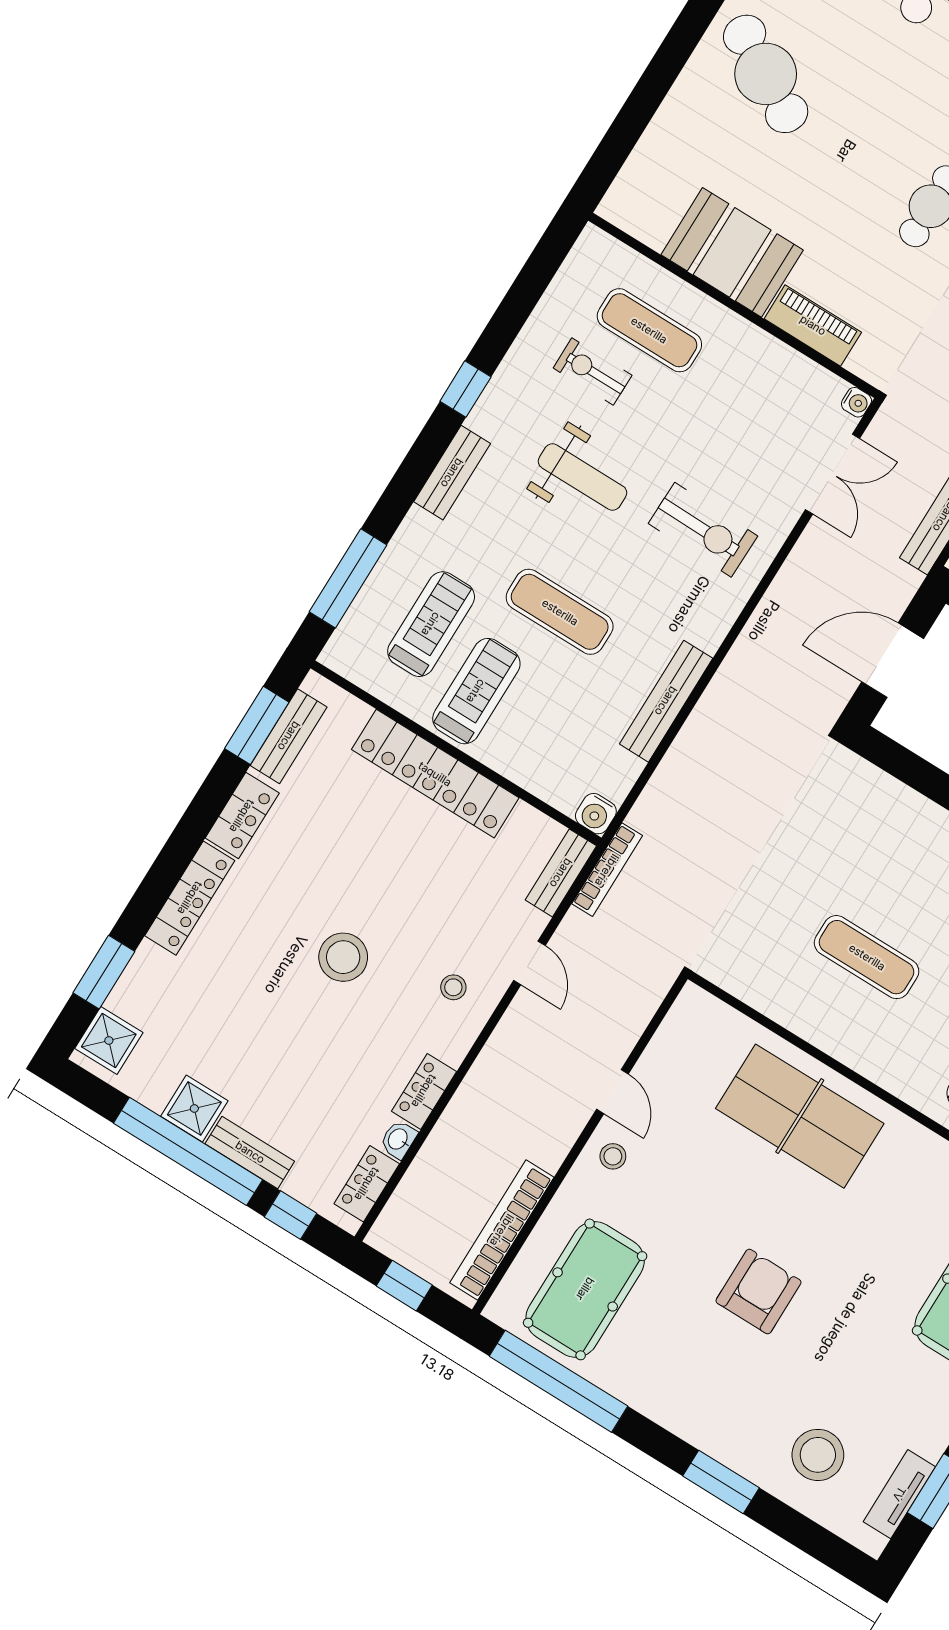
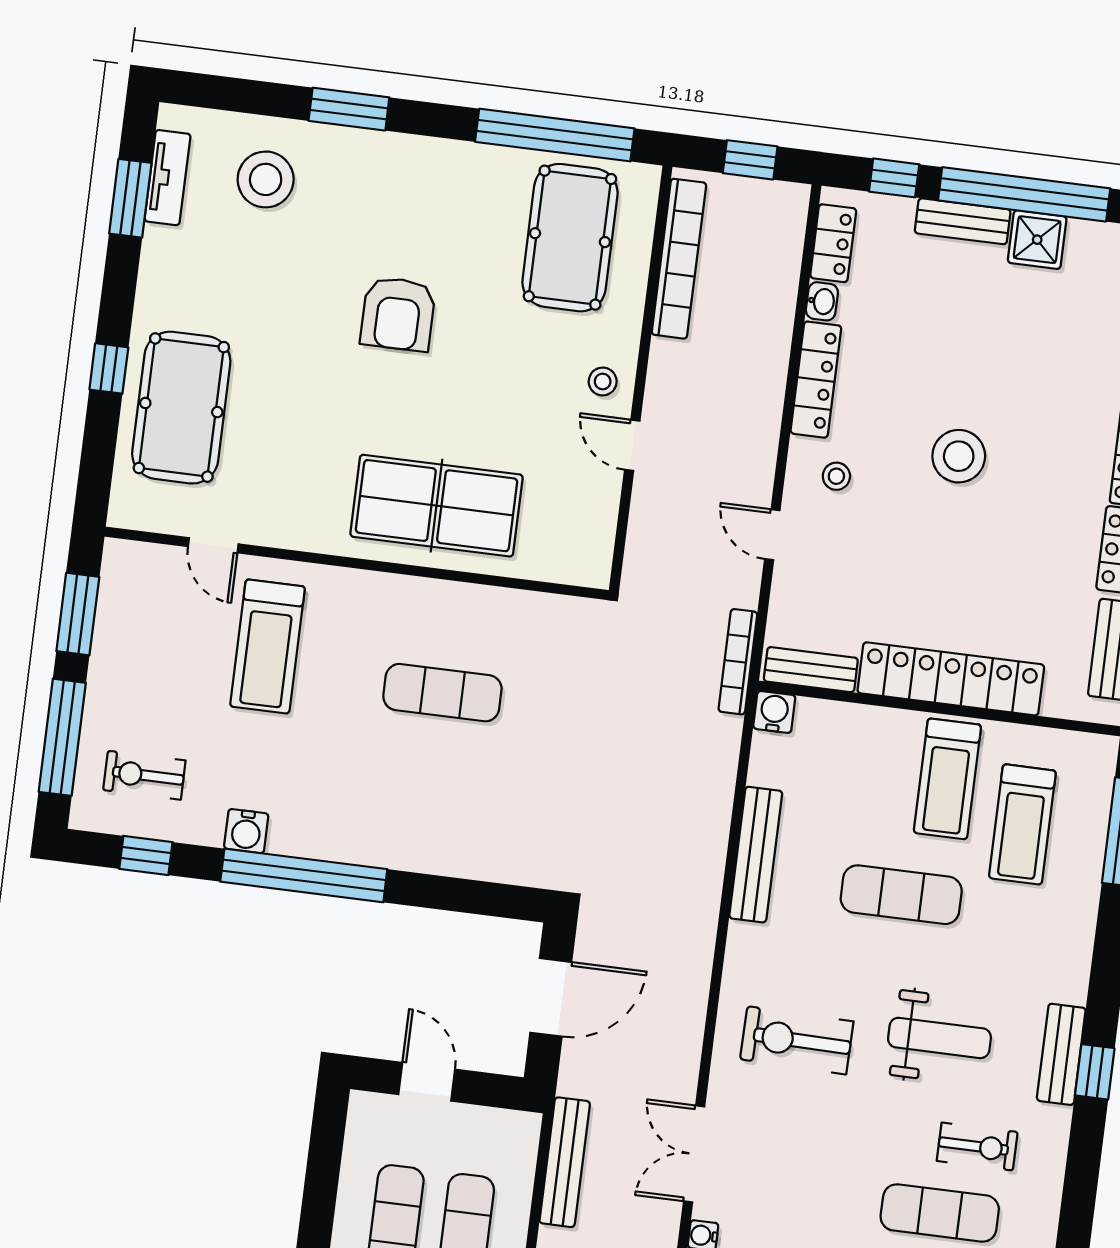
bench: (452, 473) -> (1061, 1054), moved
weight bench: (583, 477) -> (939, 1038), turned 180
bench: (561, 873) -> (811, 670), moved, turned 90
locker: (424, 1091) -> (816, 380), width x1.53

